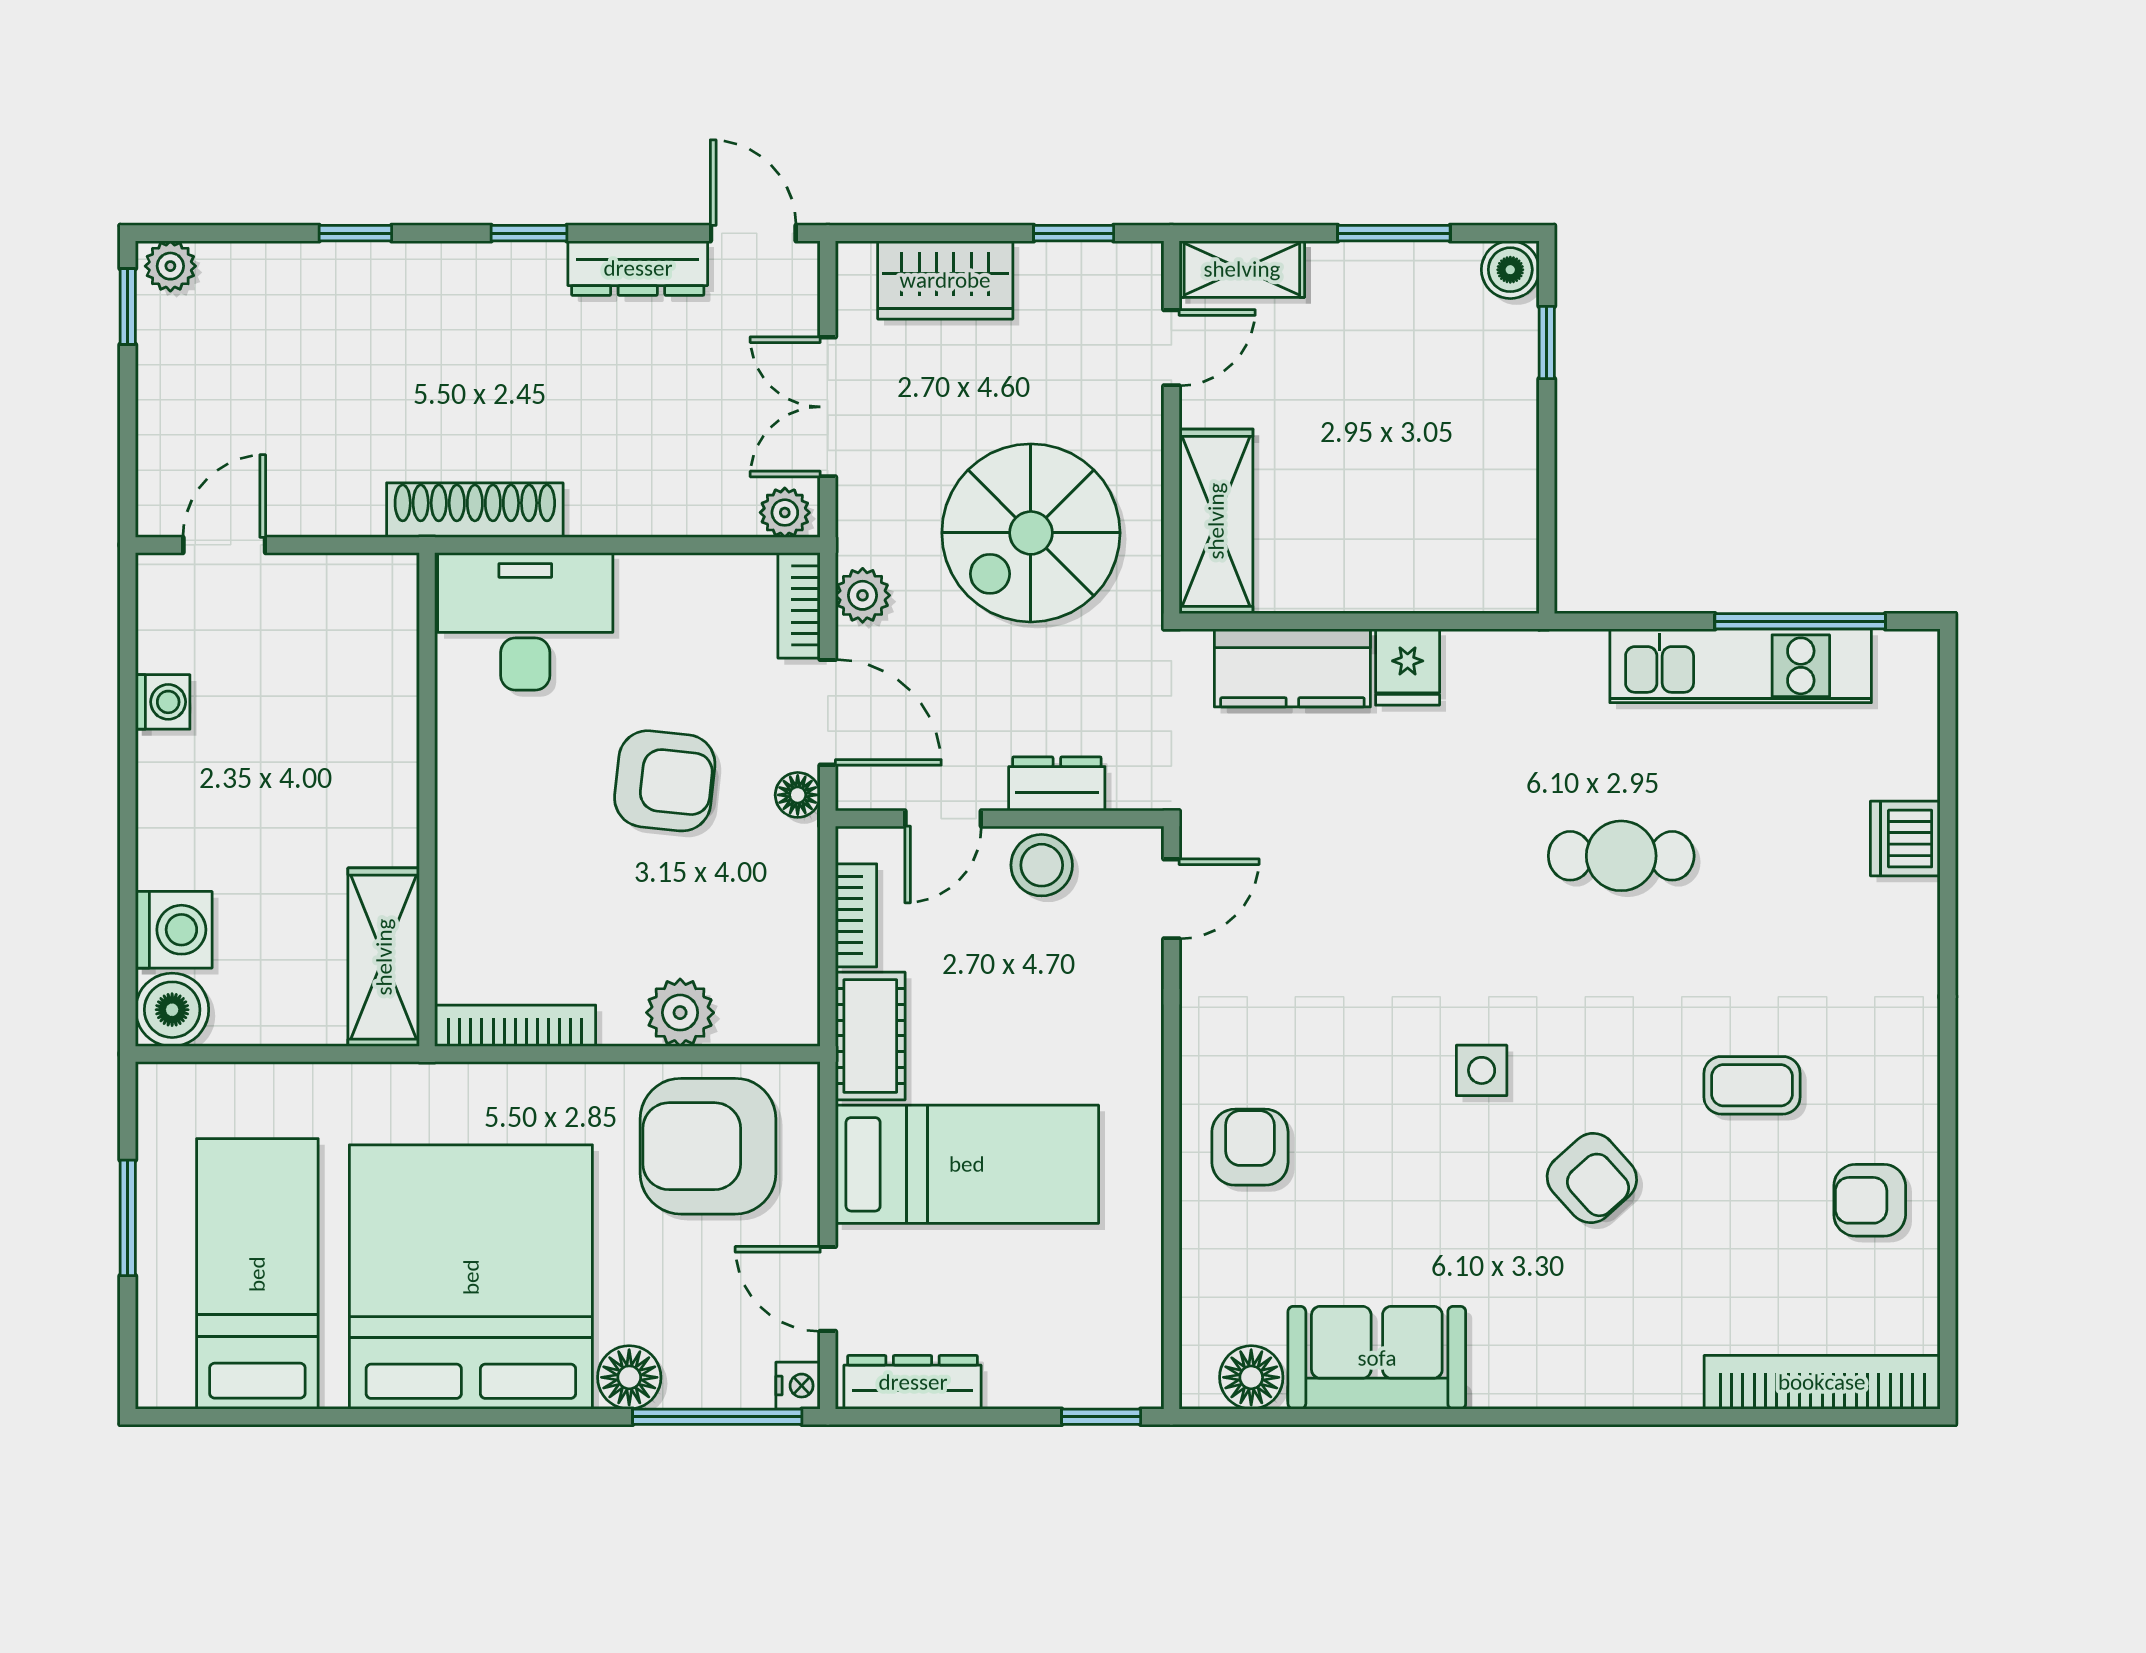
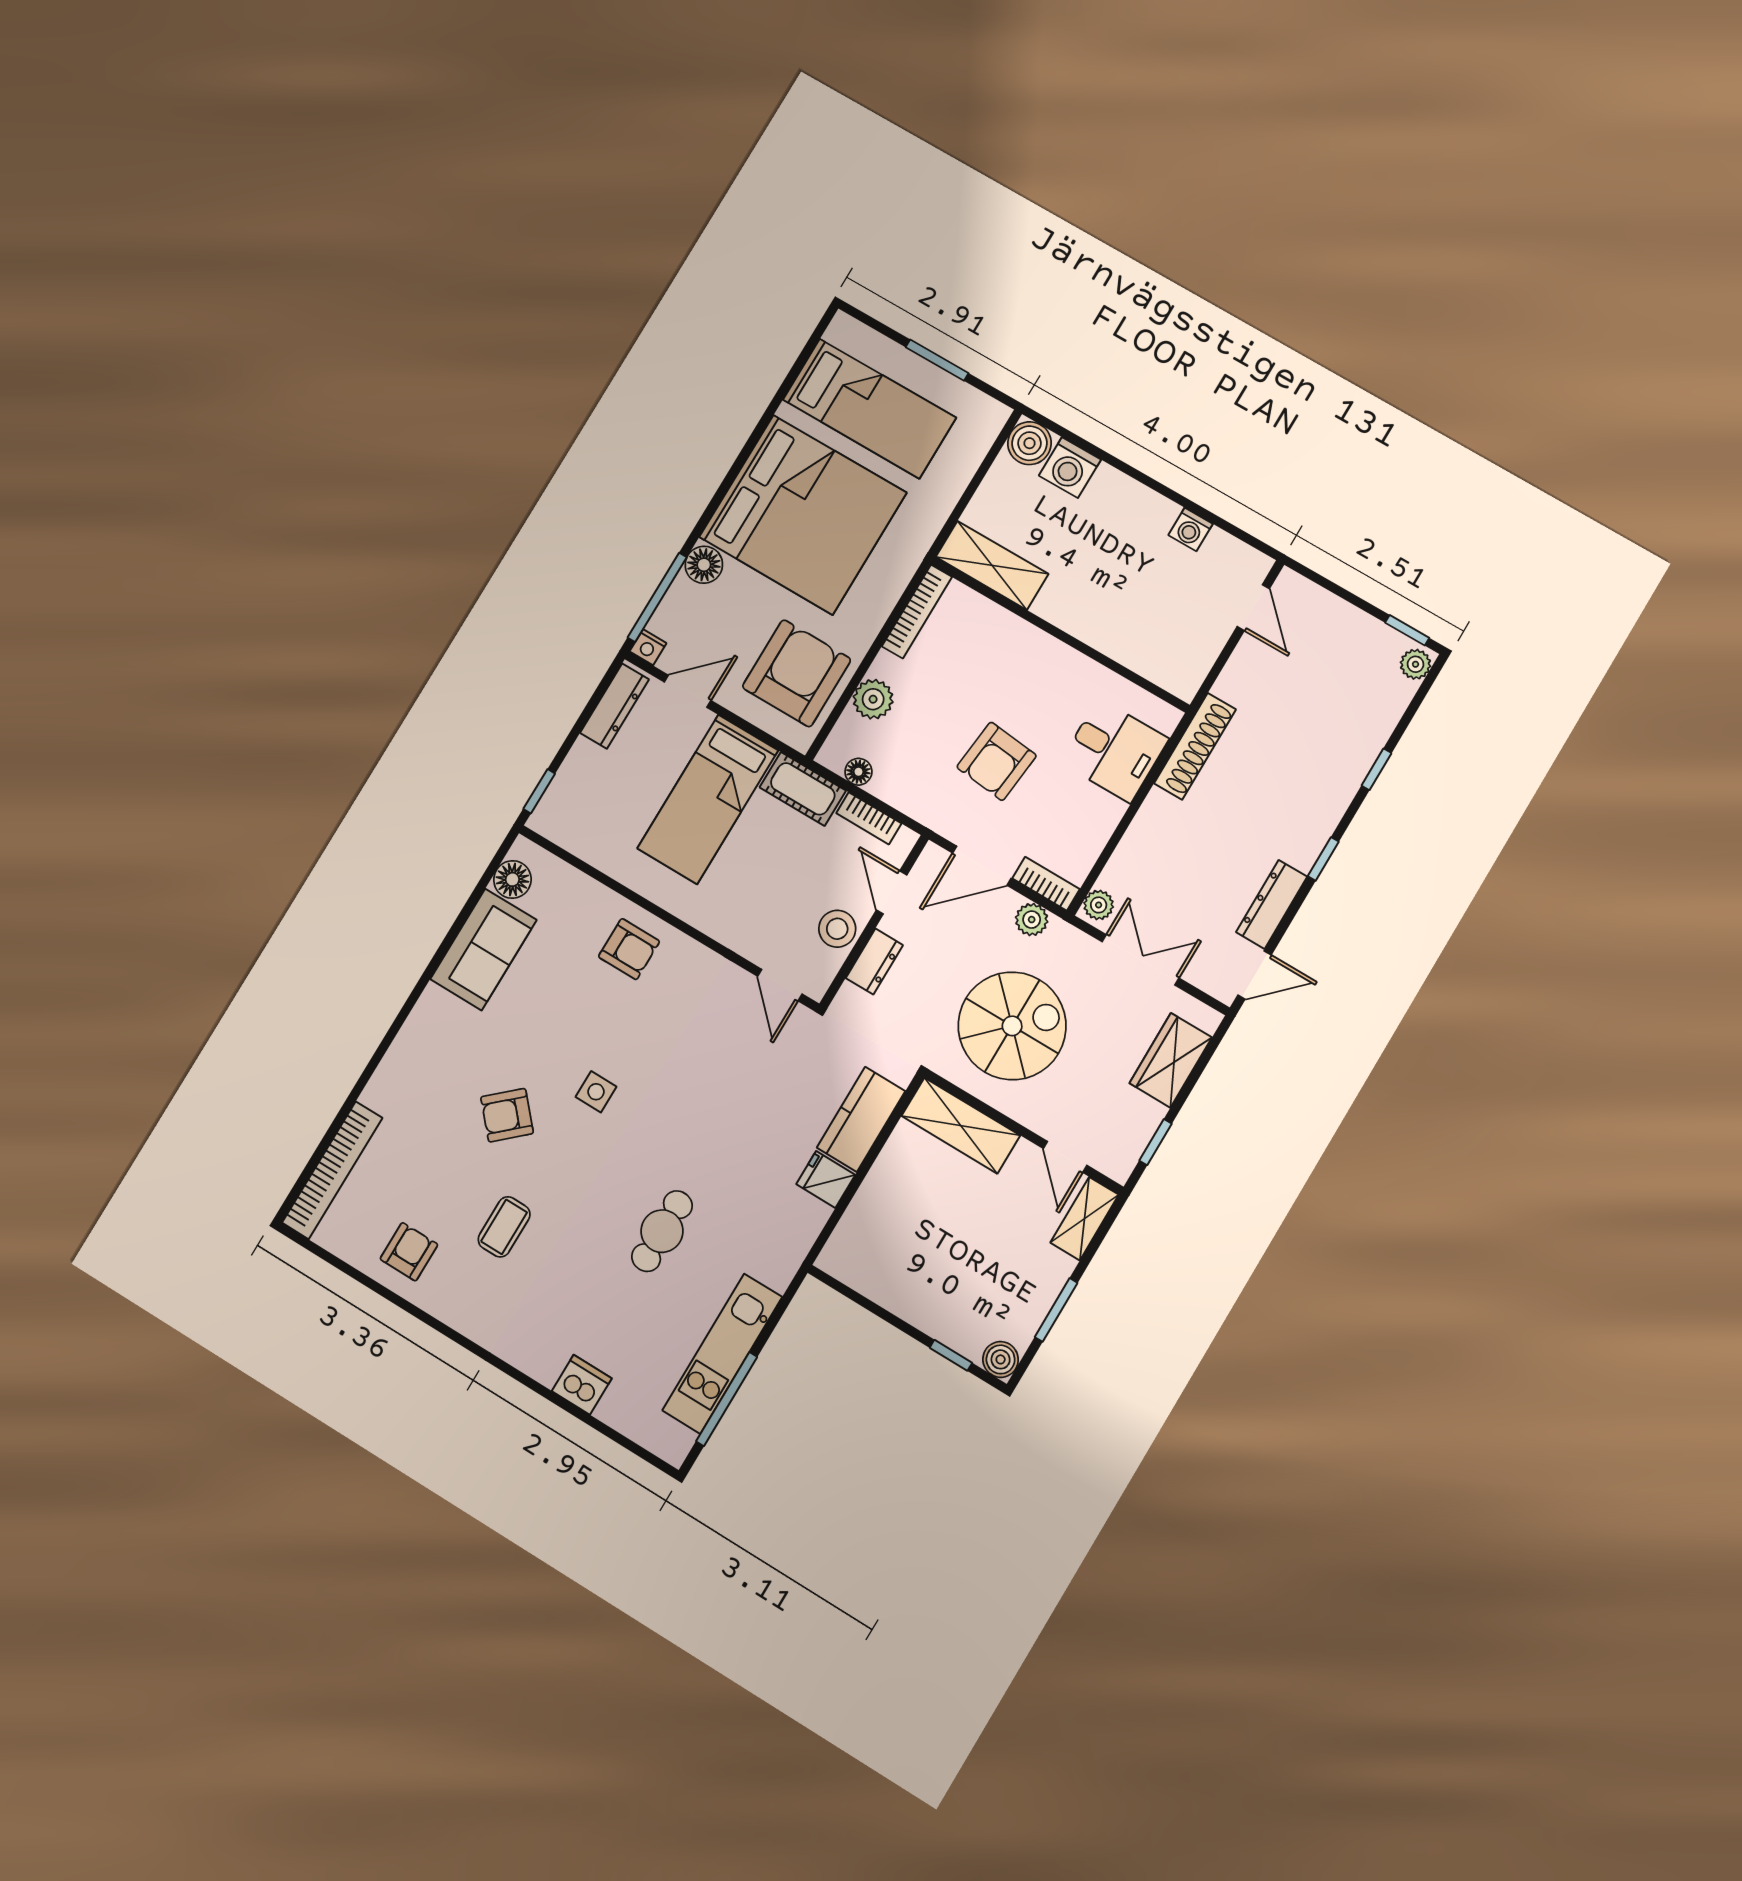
spiral stairs: (1031, 533) -> (1012, 1026), turned 90
desk: (525, 621) -> (1114, 751), width x0.73
floor lamp: (798, 795) -> (858, 772), moved

